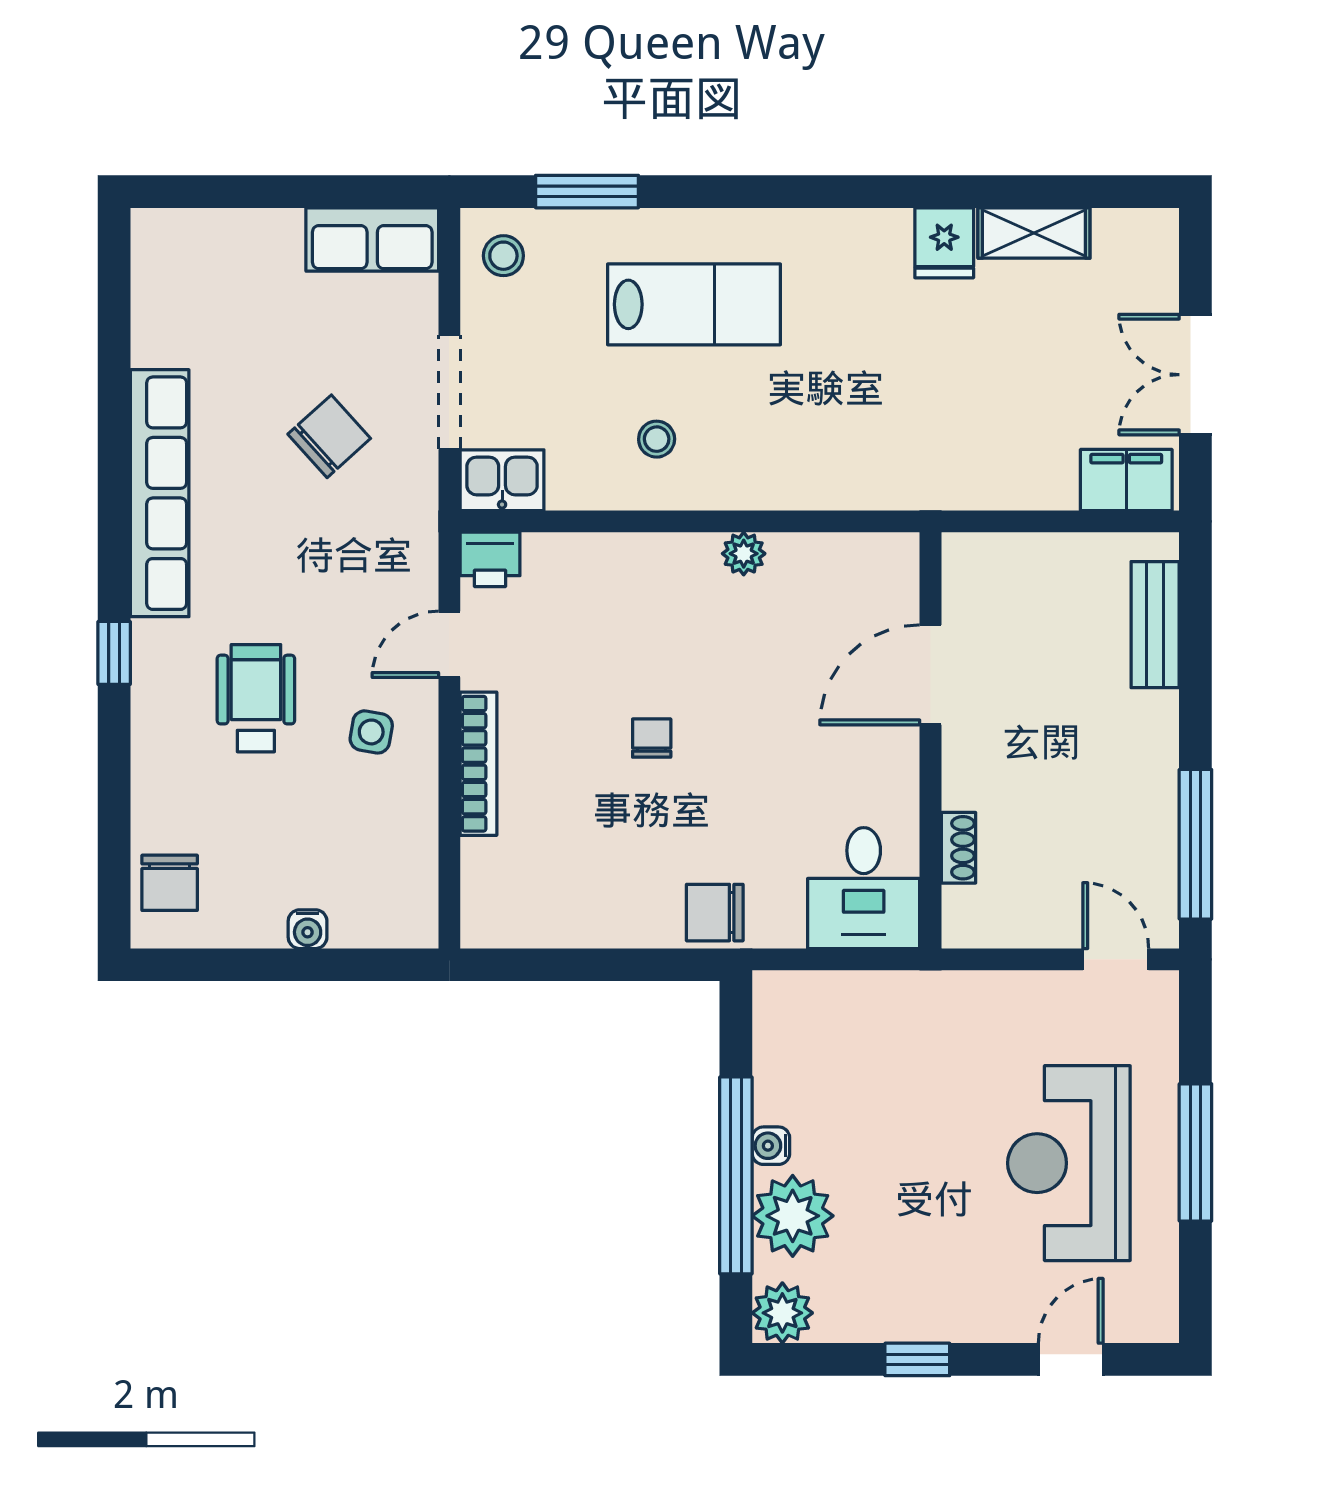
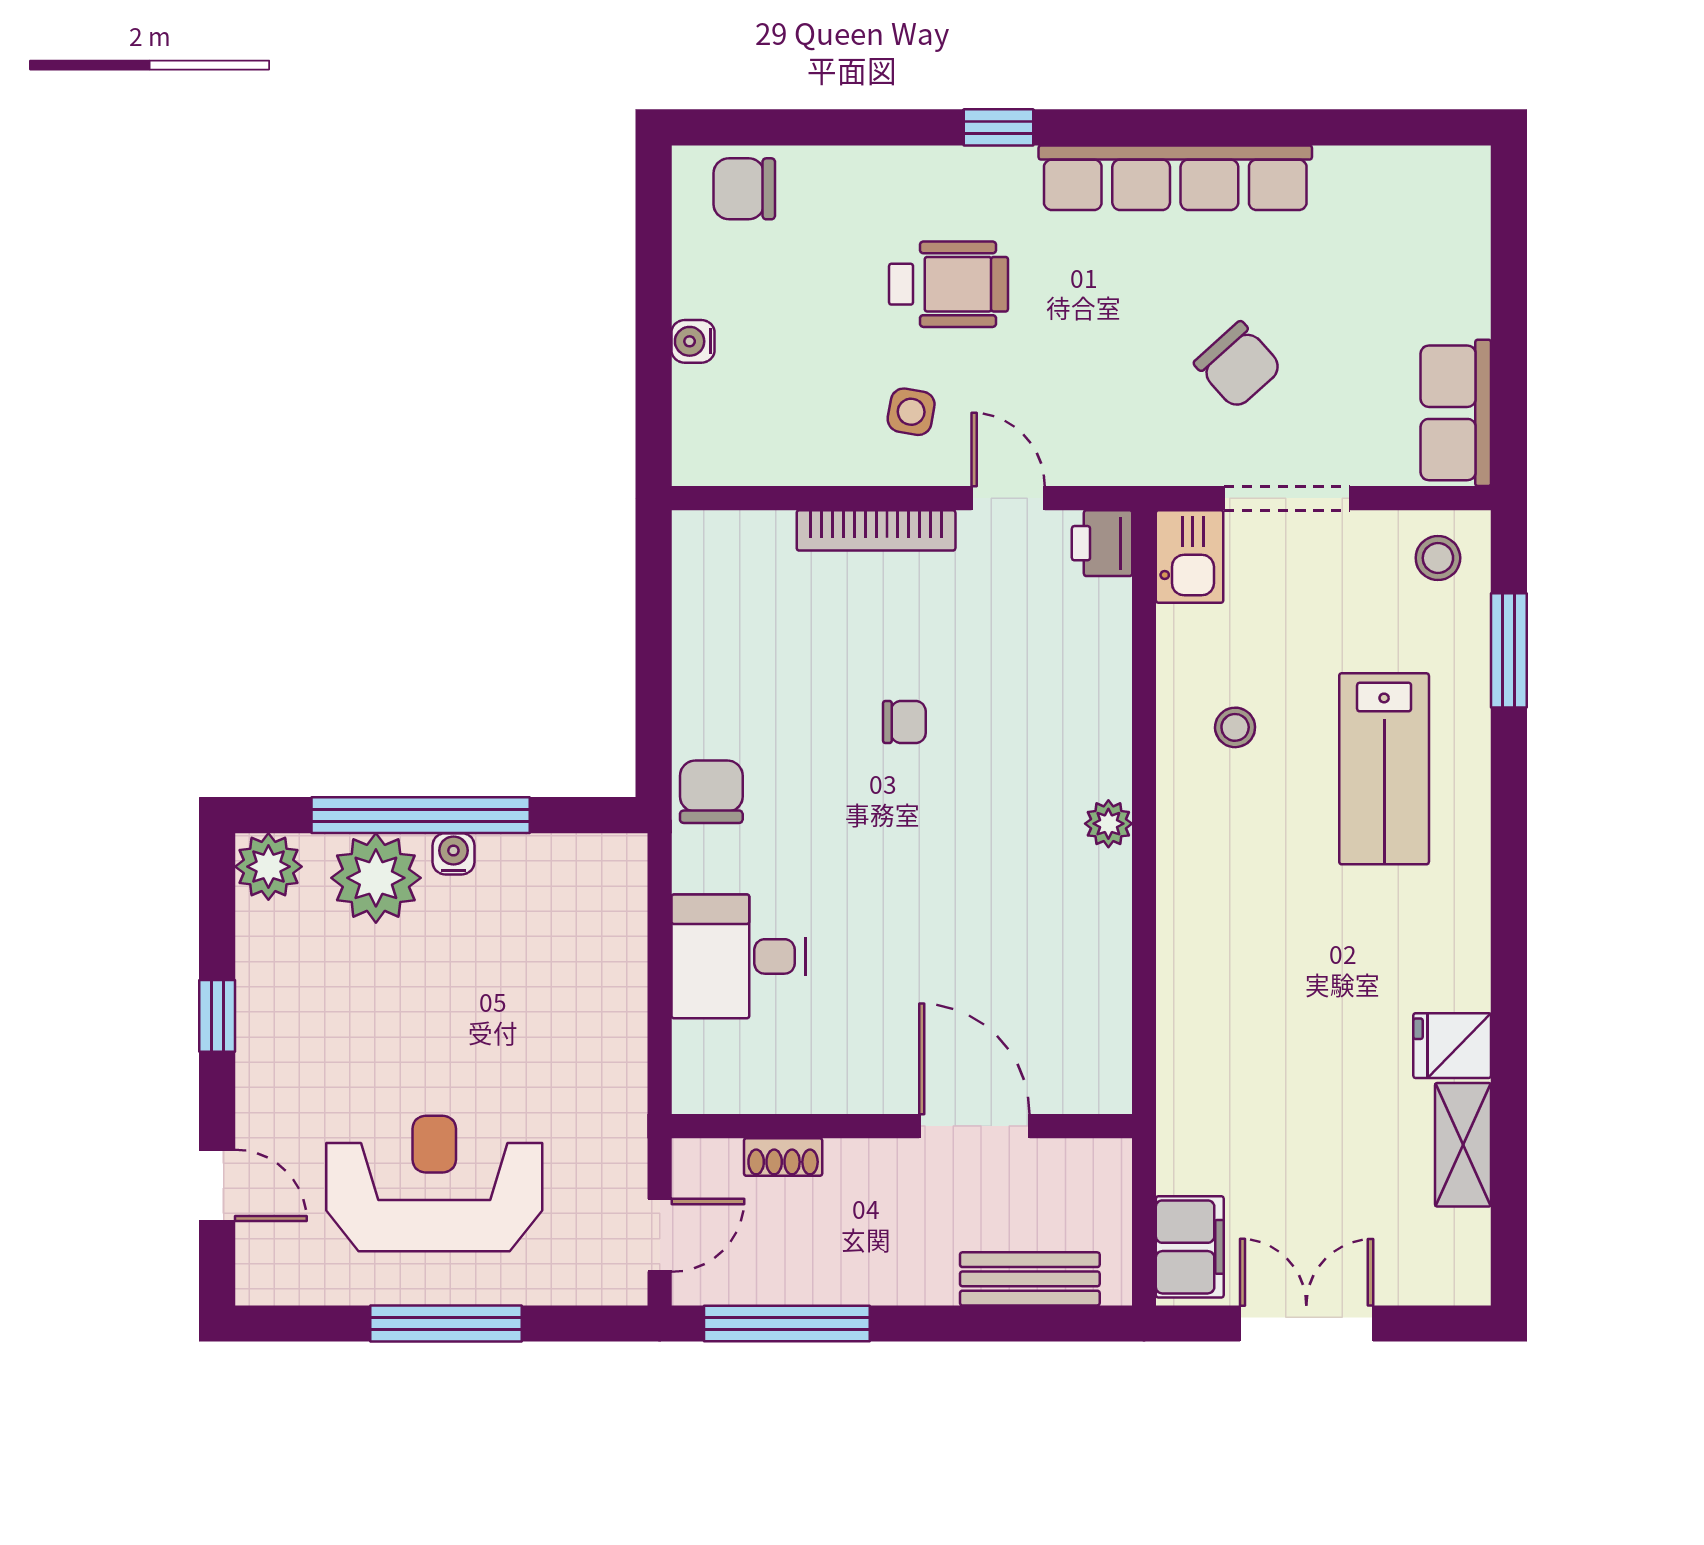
door: (931, 675) -> (974, 1126), moved
wall: (931, 740) -> (902, 1126), moved
shoe rack: (958, 848) -> (783, 1157), moved

